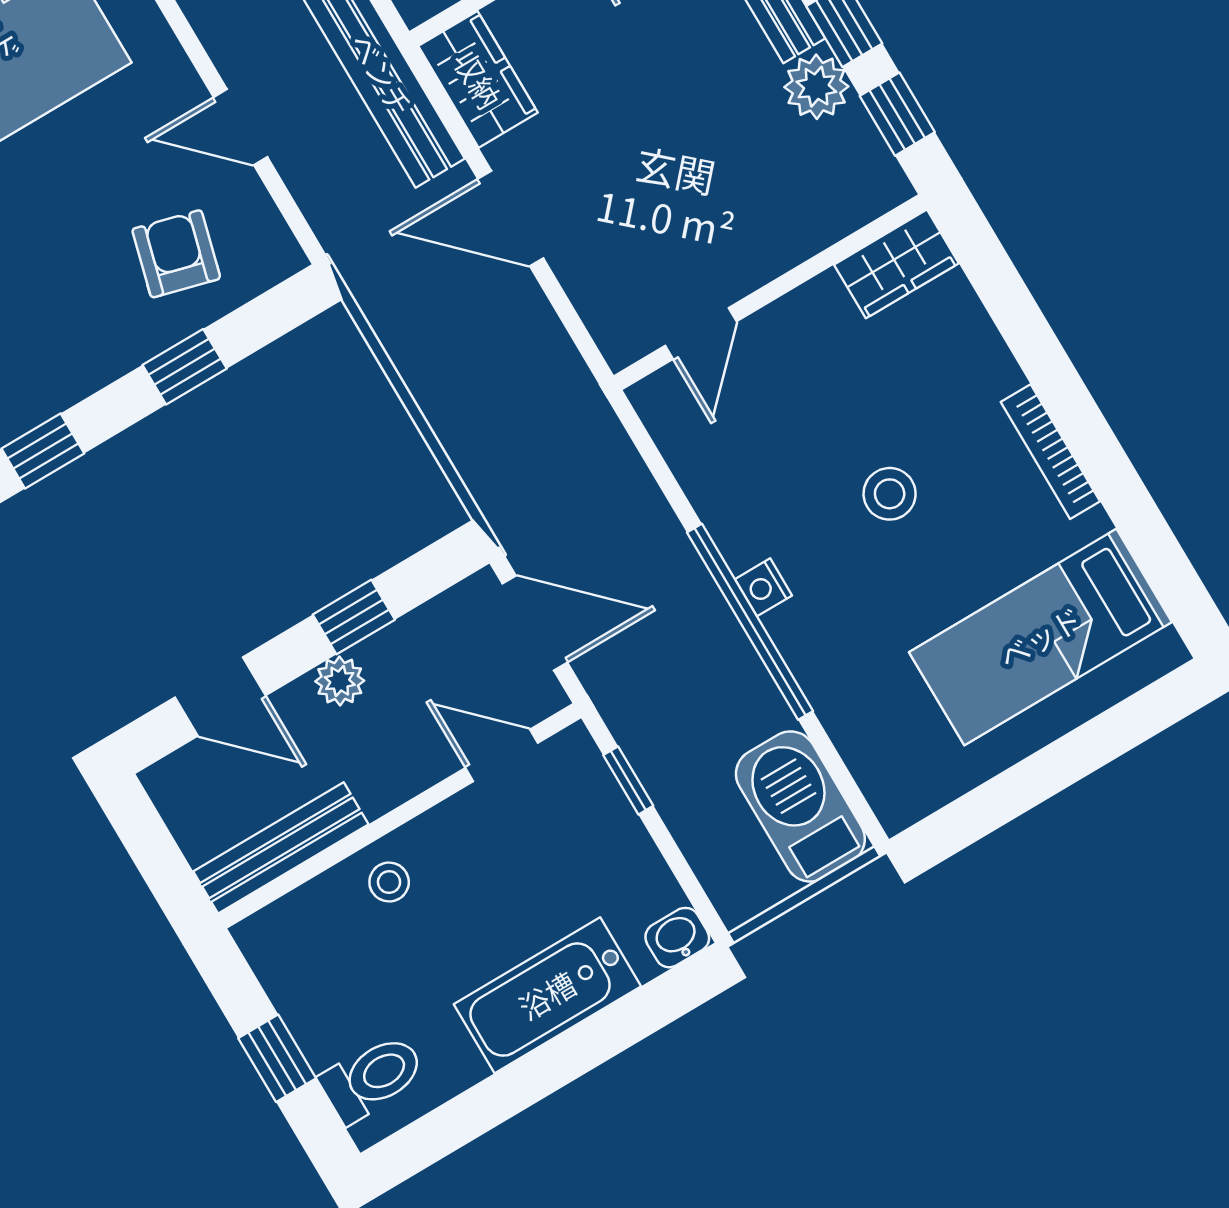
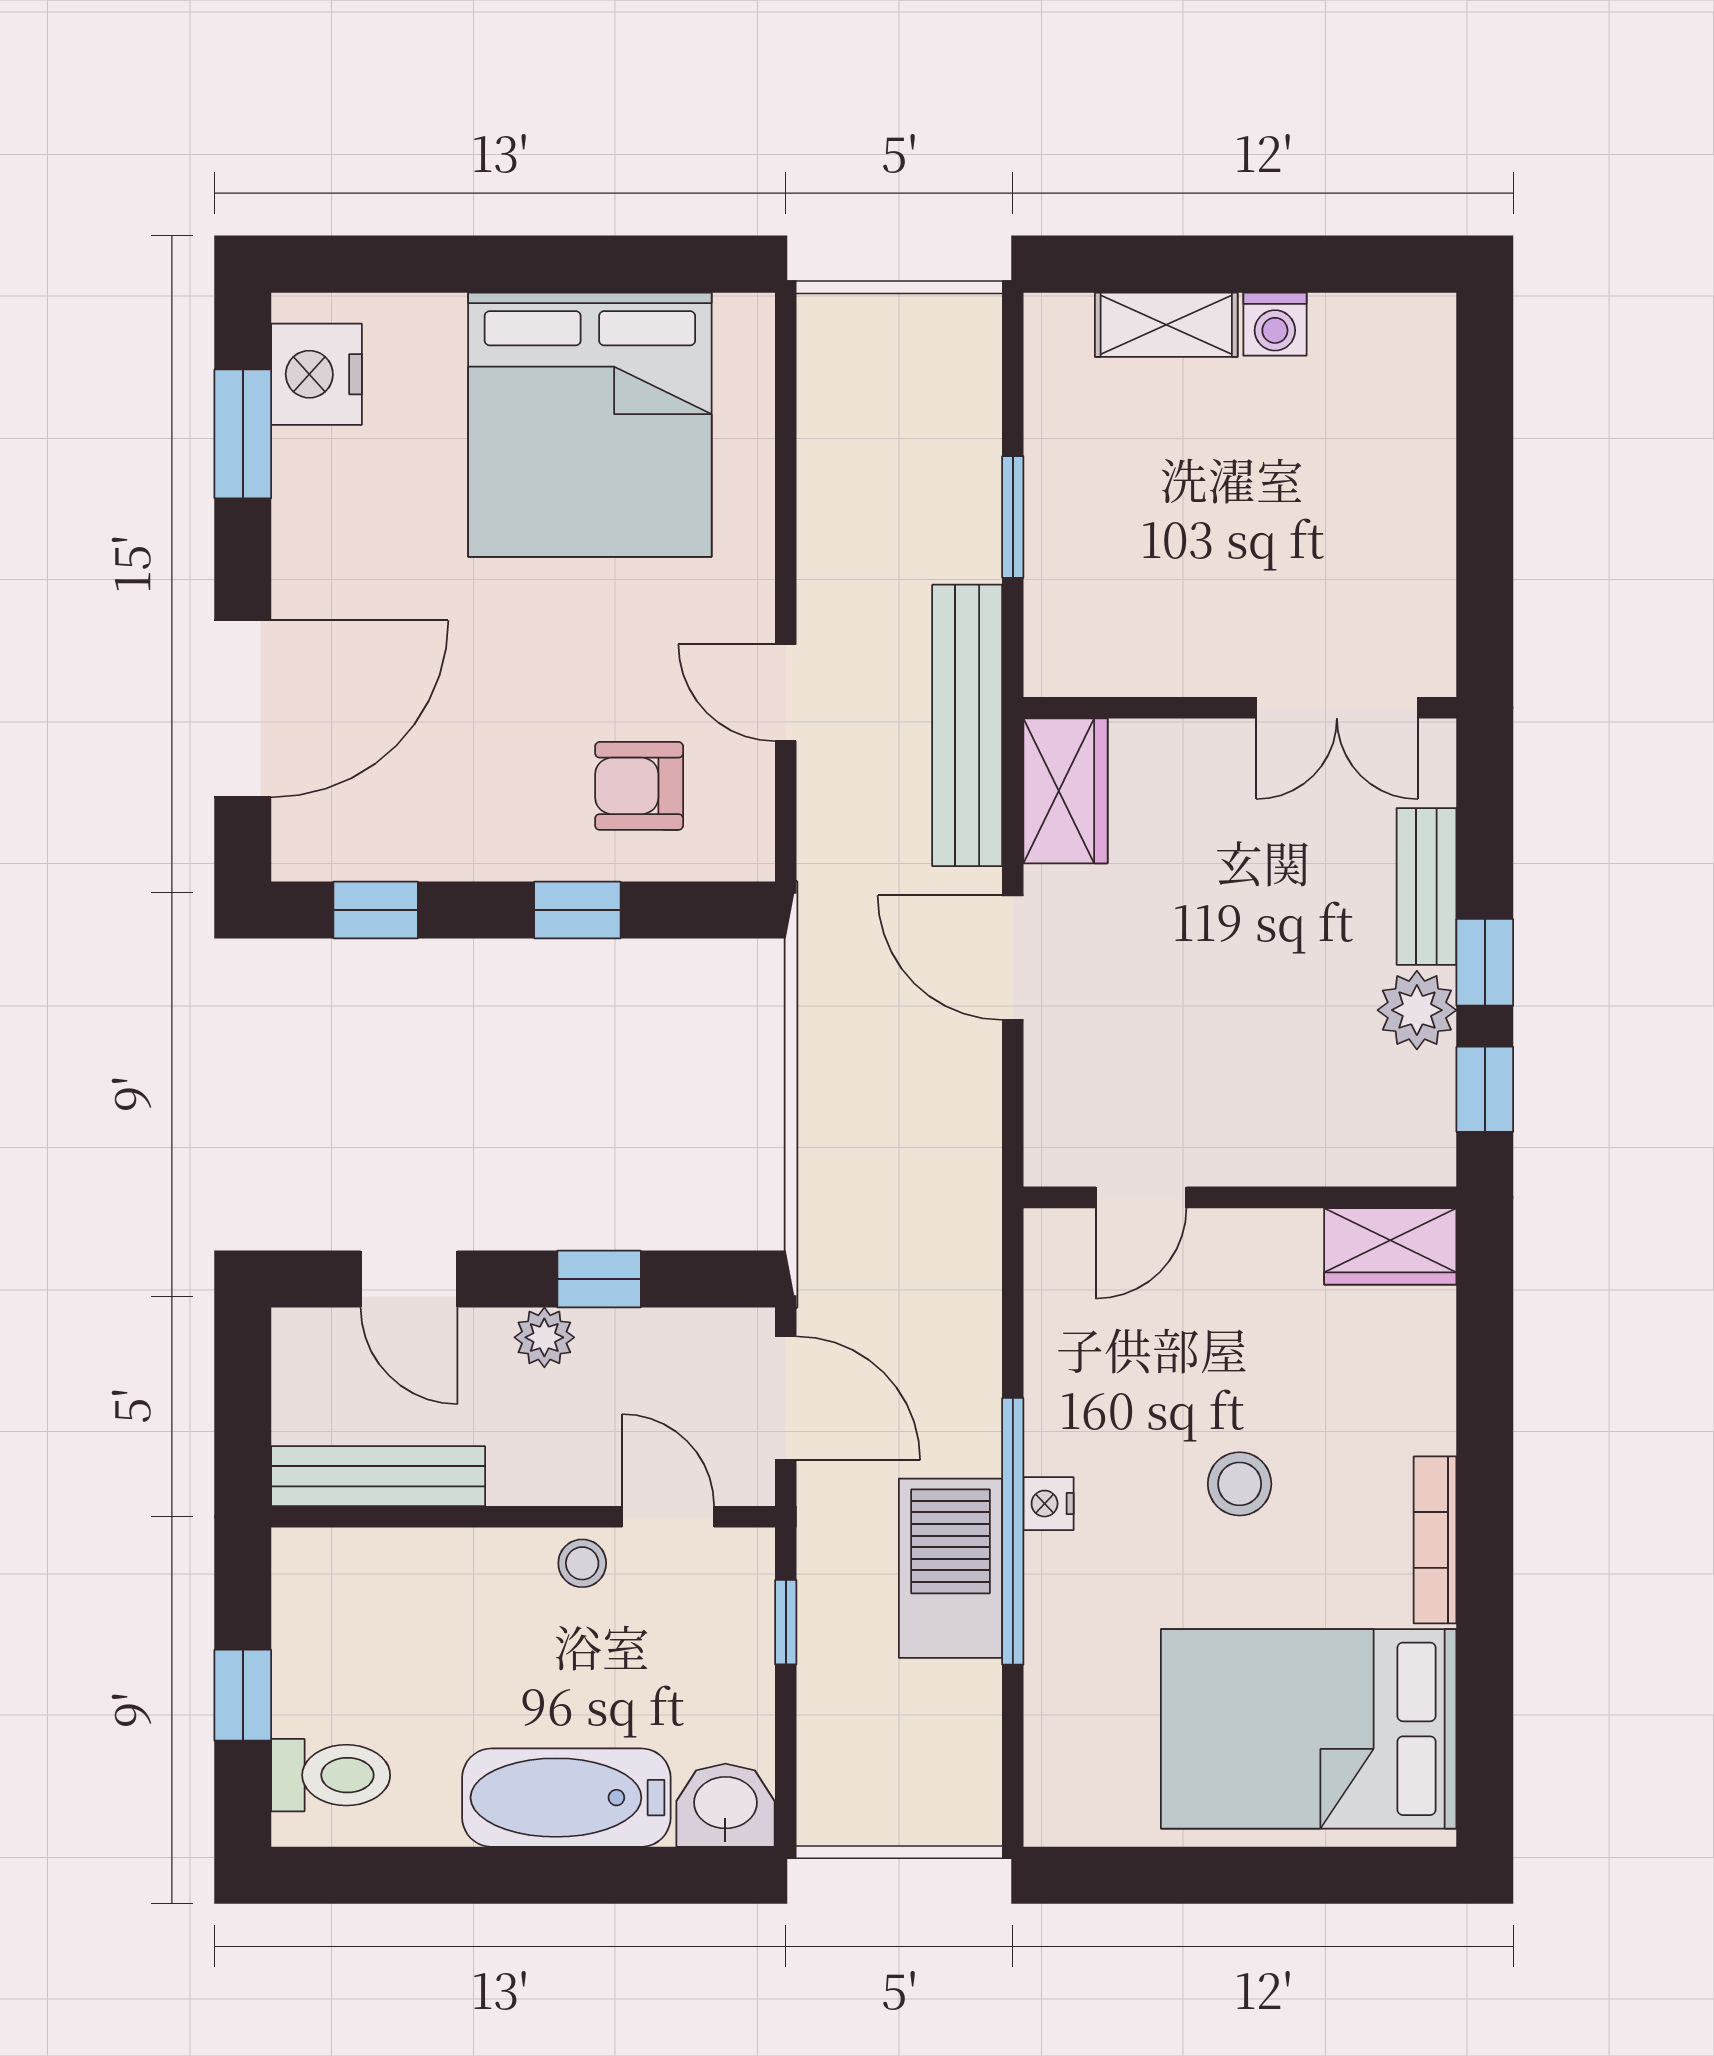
armchair: (176, 254) -> (639, 786), turned -105
bed: (1040, 637) -> (1309, 1729), width x1.50
barbecue: (800, 806) -> (950, 1568), moved
stool: (389, 882) -> (582, 1563), moved
washbasin: (677, 938) -> (725, 1805), width x1.38, depth x1.45

